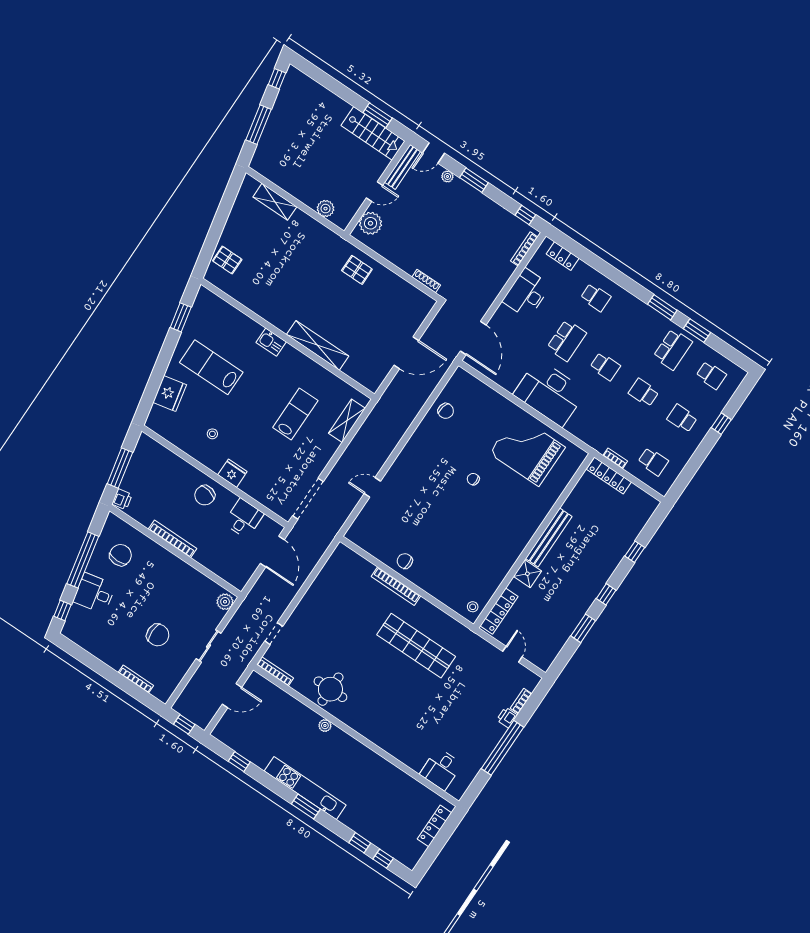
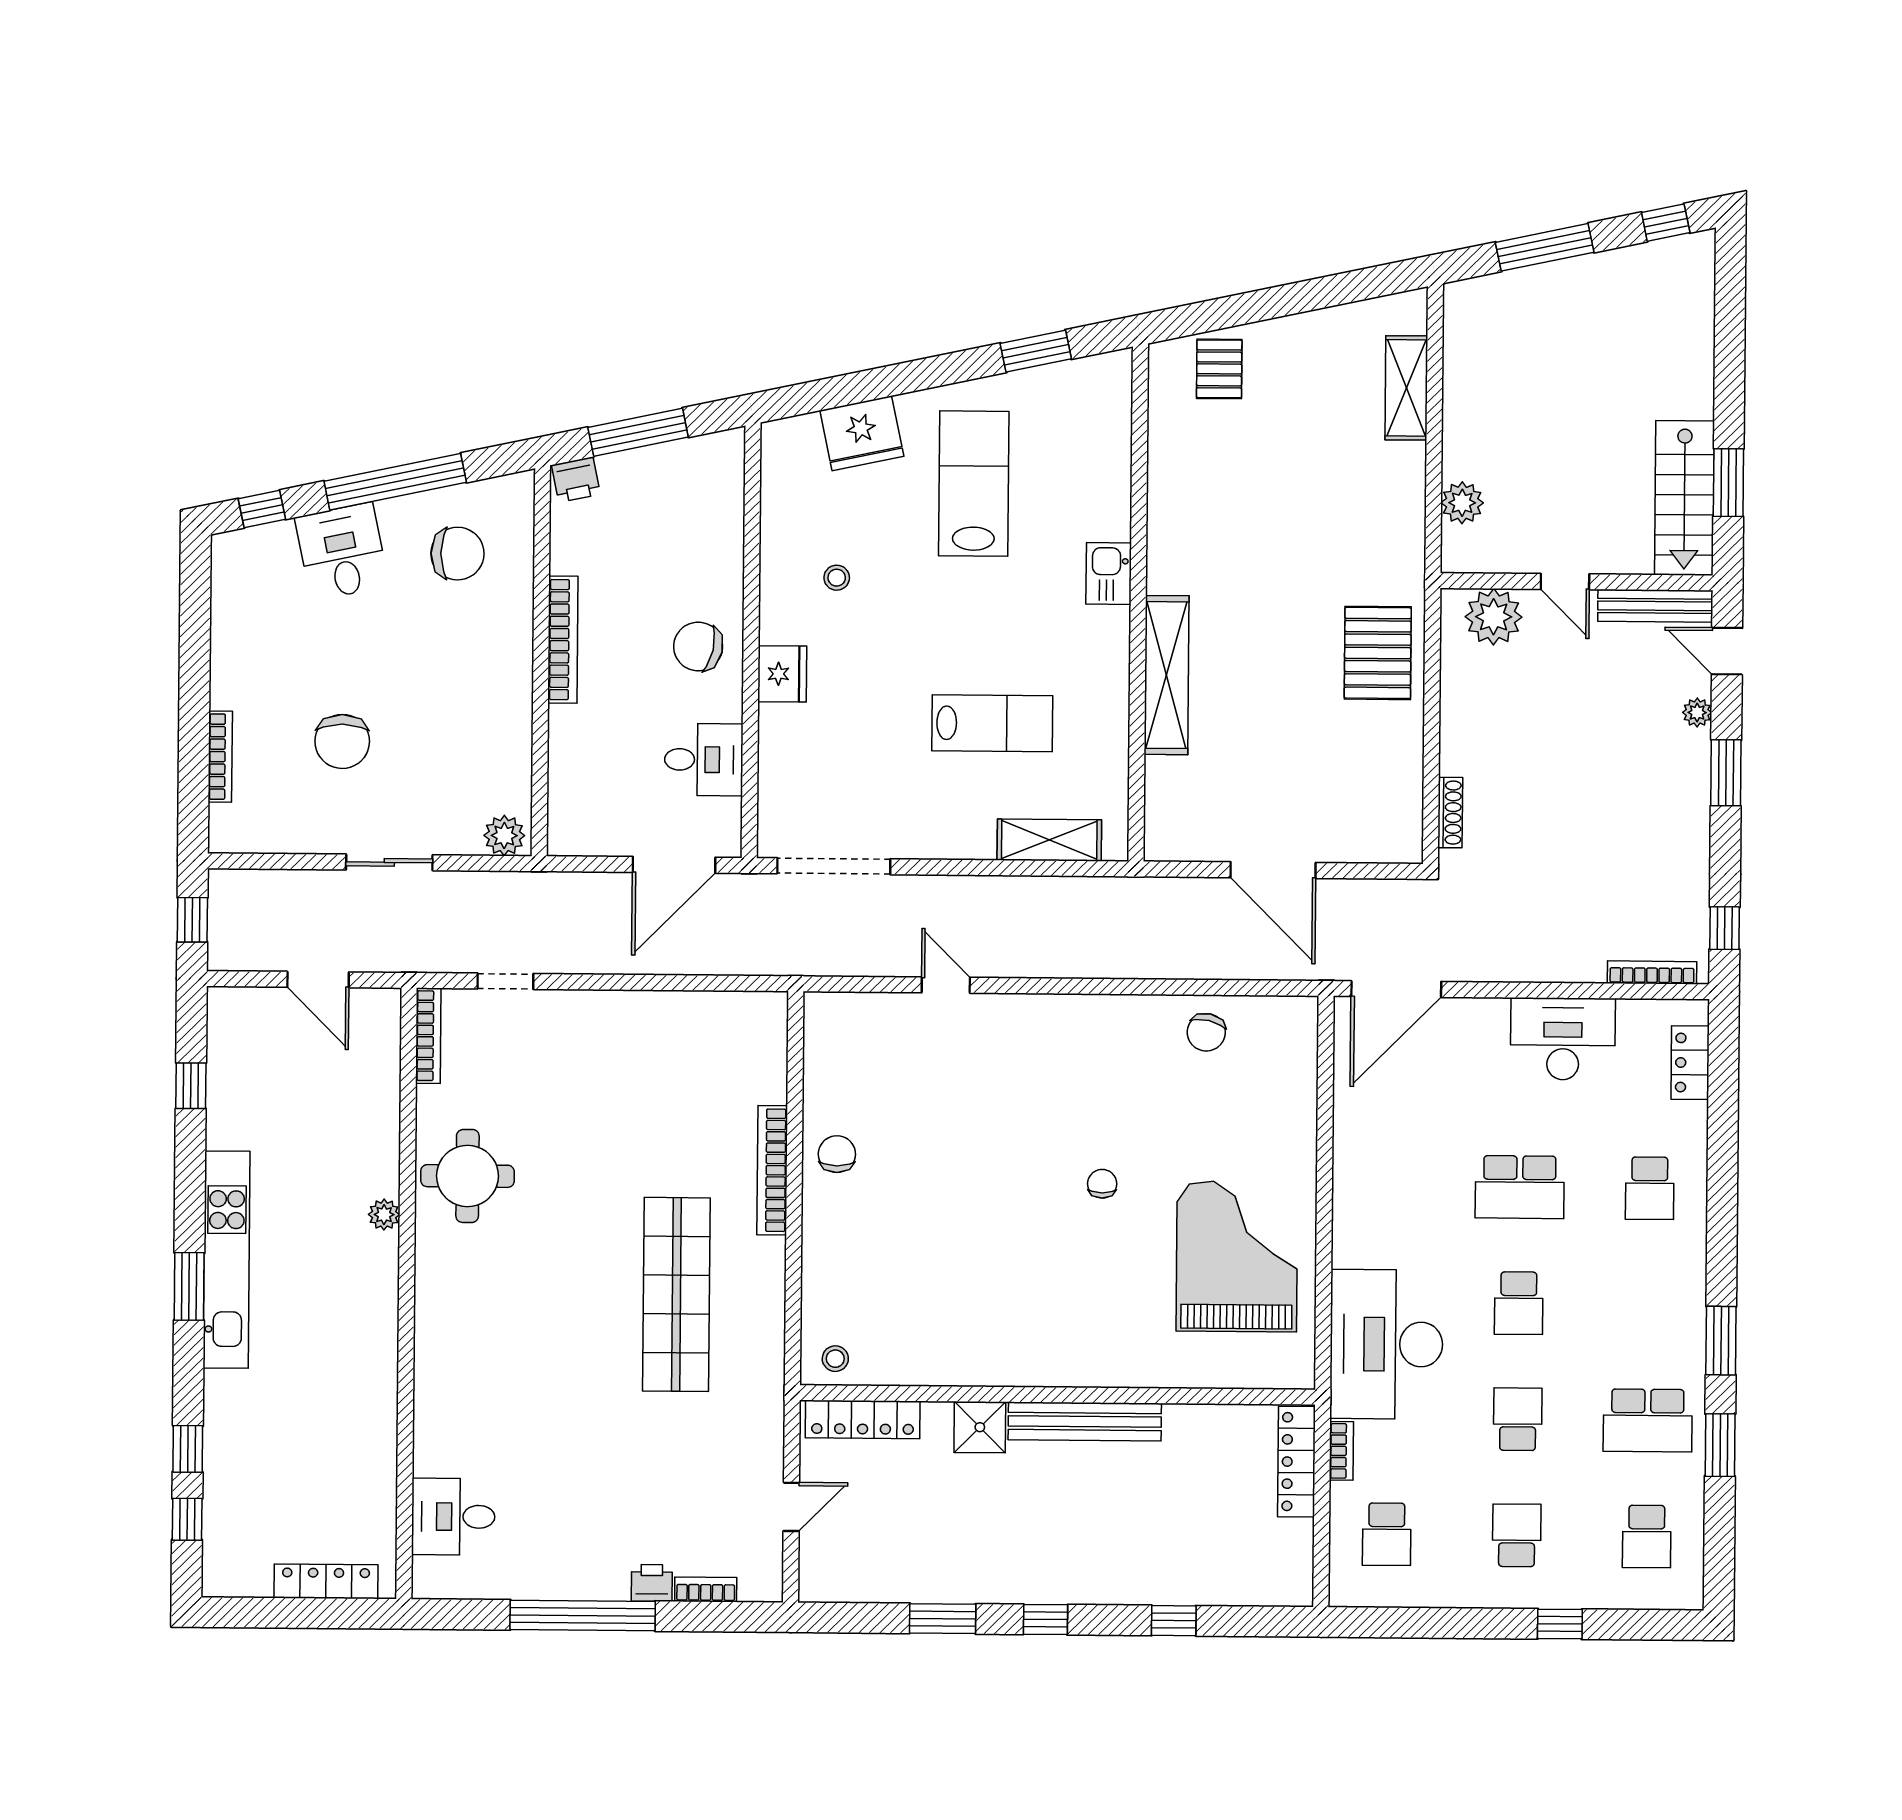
pallet: (357, 270) -> (1378, 653), width x1.50, depth x1.42
desk: (550, 393) -> (1386, 1344), moved

